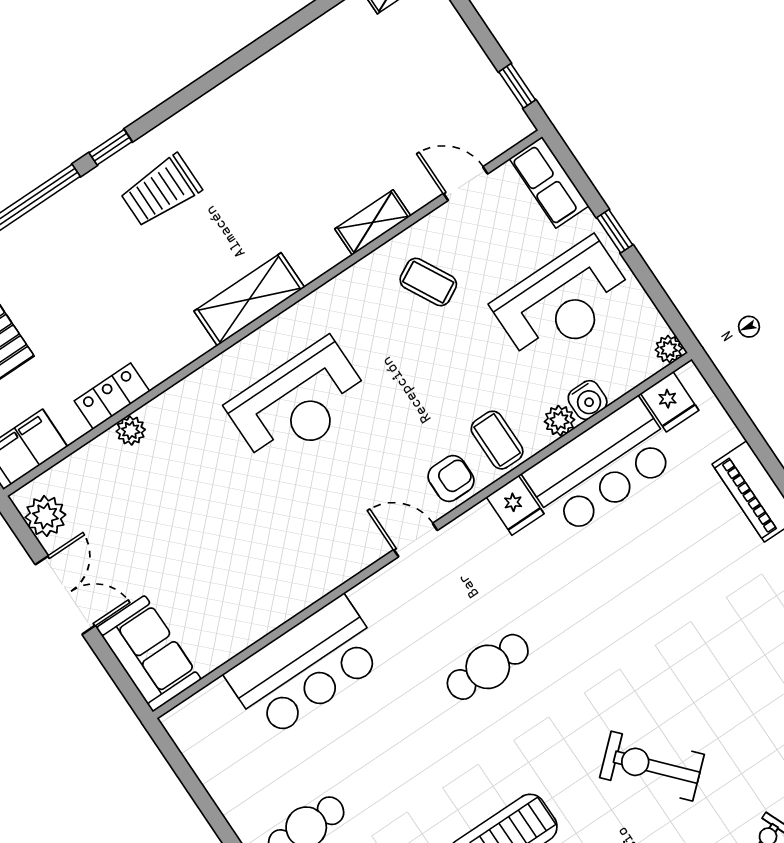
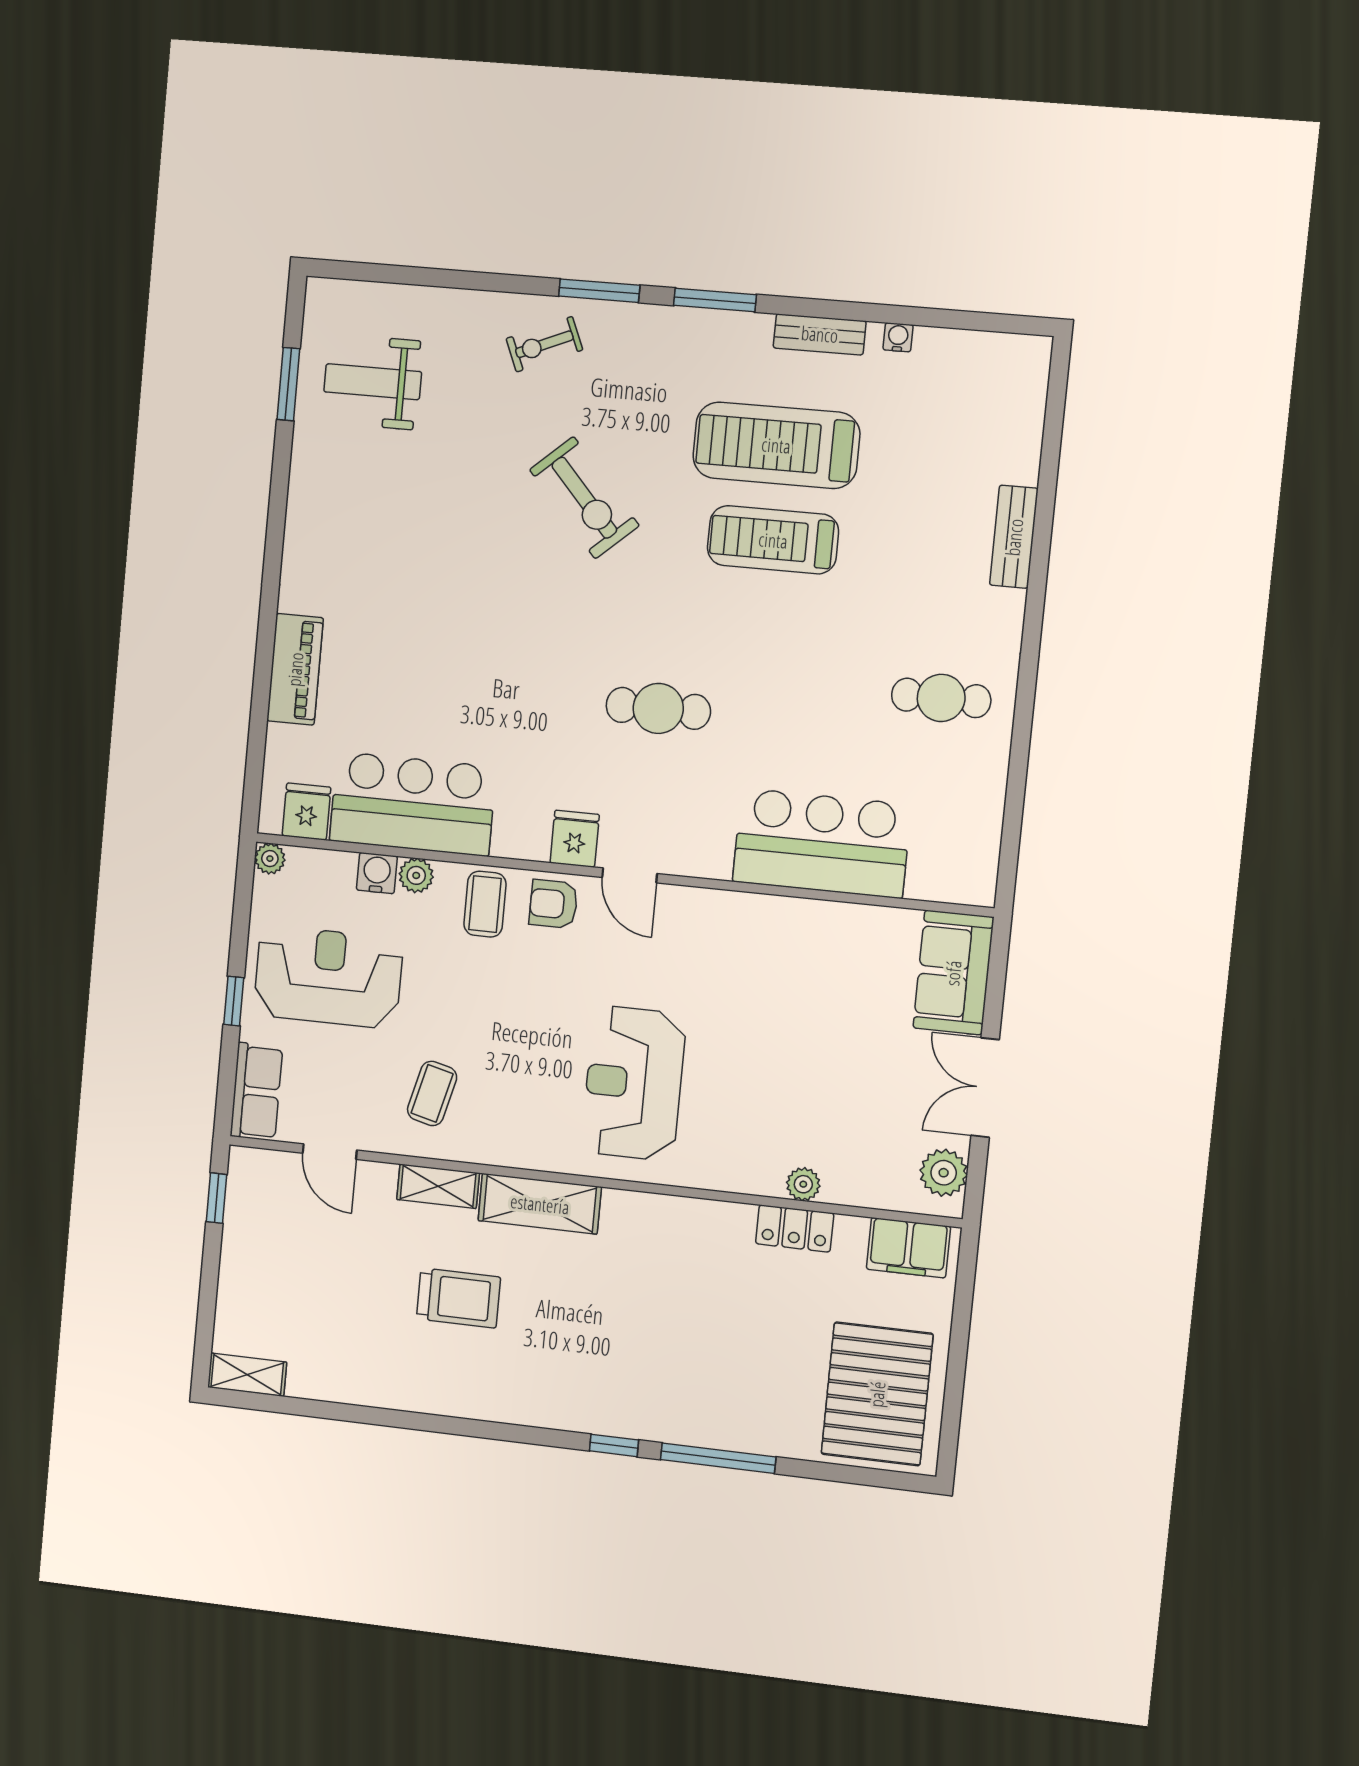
trolley: (161, 191) -> (458, 1298), moved
coffee table: (428, 282) -> (432, 1093), turned 42
shelving: (249, 299) -> (540, 1204), moved
reception desk: (299, 403) -> (634, 1083), turned -90
fridge: (515, 505) -> (575, 839), moved

